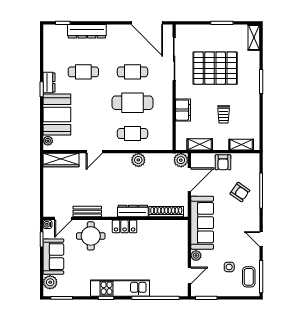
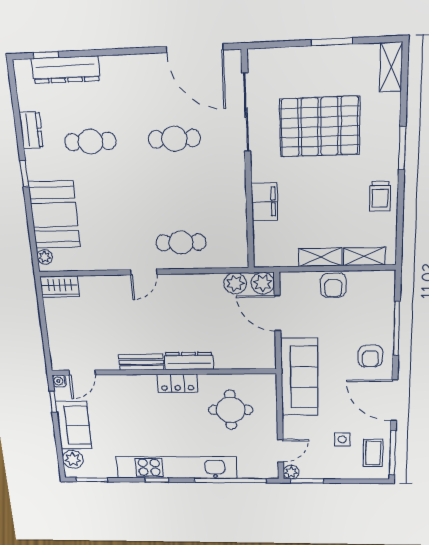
dresser: (87, 31) -> (66, 70), moved
dresser: (49, 83) -> (31, 130), moved
cafe table: (132, 103) -> (178, 192), removed
trolley: (224, 114) -> (380, 196), moved
shelving: (200, 144) -> (320, 257), moved
door: (94, 152) -> (144, 272), moved
wardrobe: (61, 160) -> (60, 287), width x0.67
plant: (138, 160) -> (235, 283), moved
door: (189, 180) -> (278, 313), swing flipped
armchair: (240, 192) -> (370, 356), moved, turned 55
bench: (87, 212) -> (141, 362), moved
shoe rack: (166, 212) -> (242, 362), removed
round table: (91, 236) -> (231, 410), moved
door: (261, 239) -> (394, 400), width x1.87
plant: (196, 256) -> (291, 472), moved
kitchen unit: (120, 288) -> (176, 467), width x1.36

